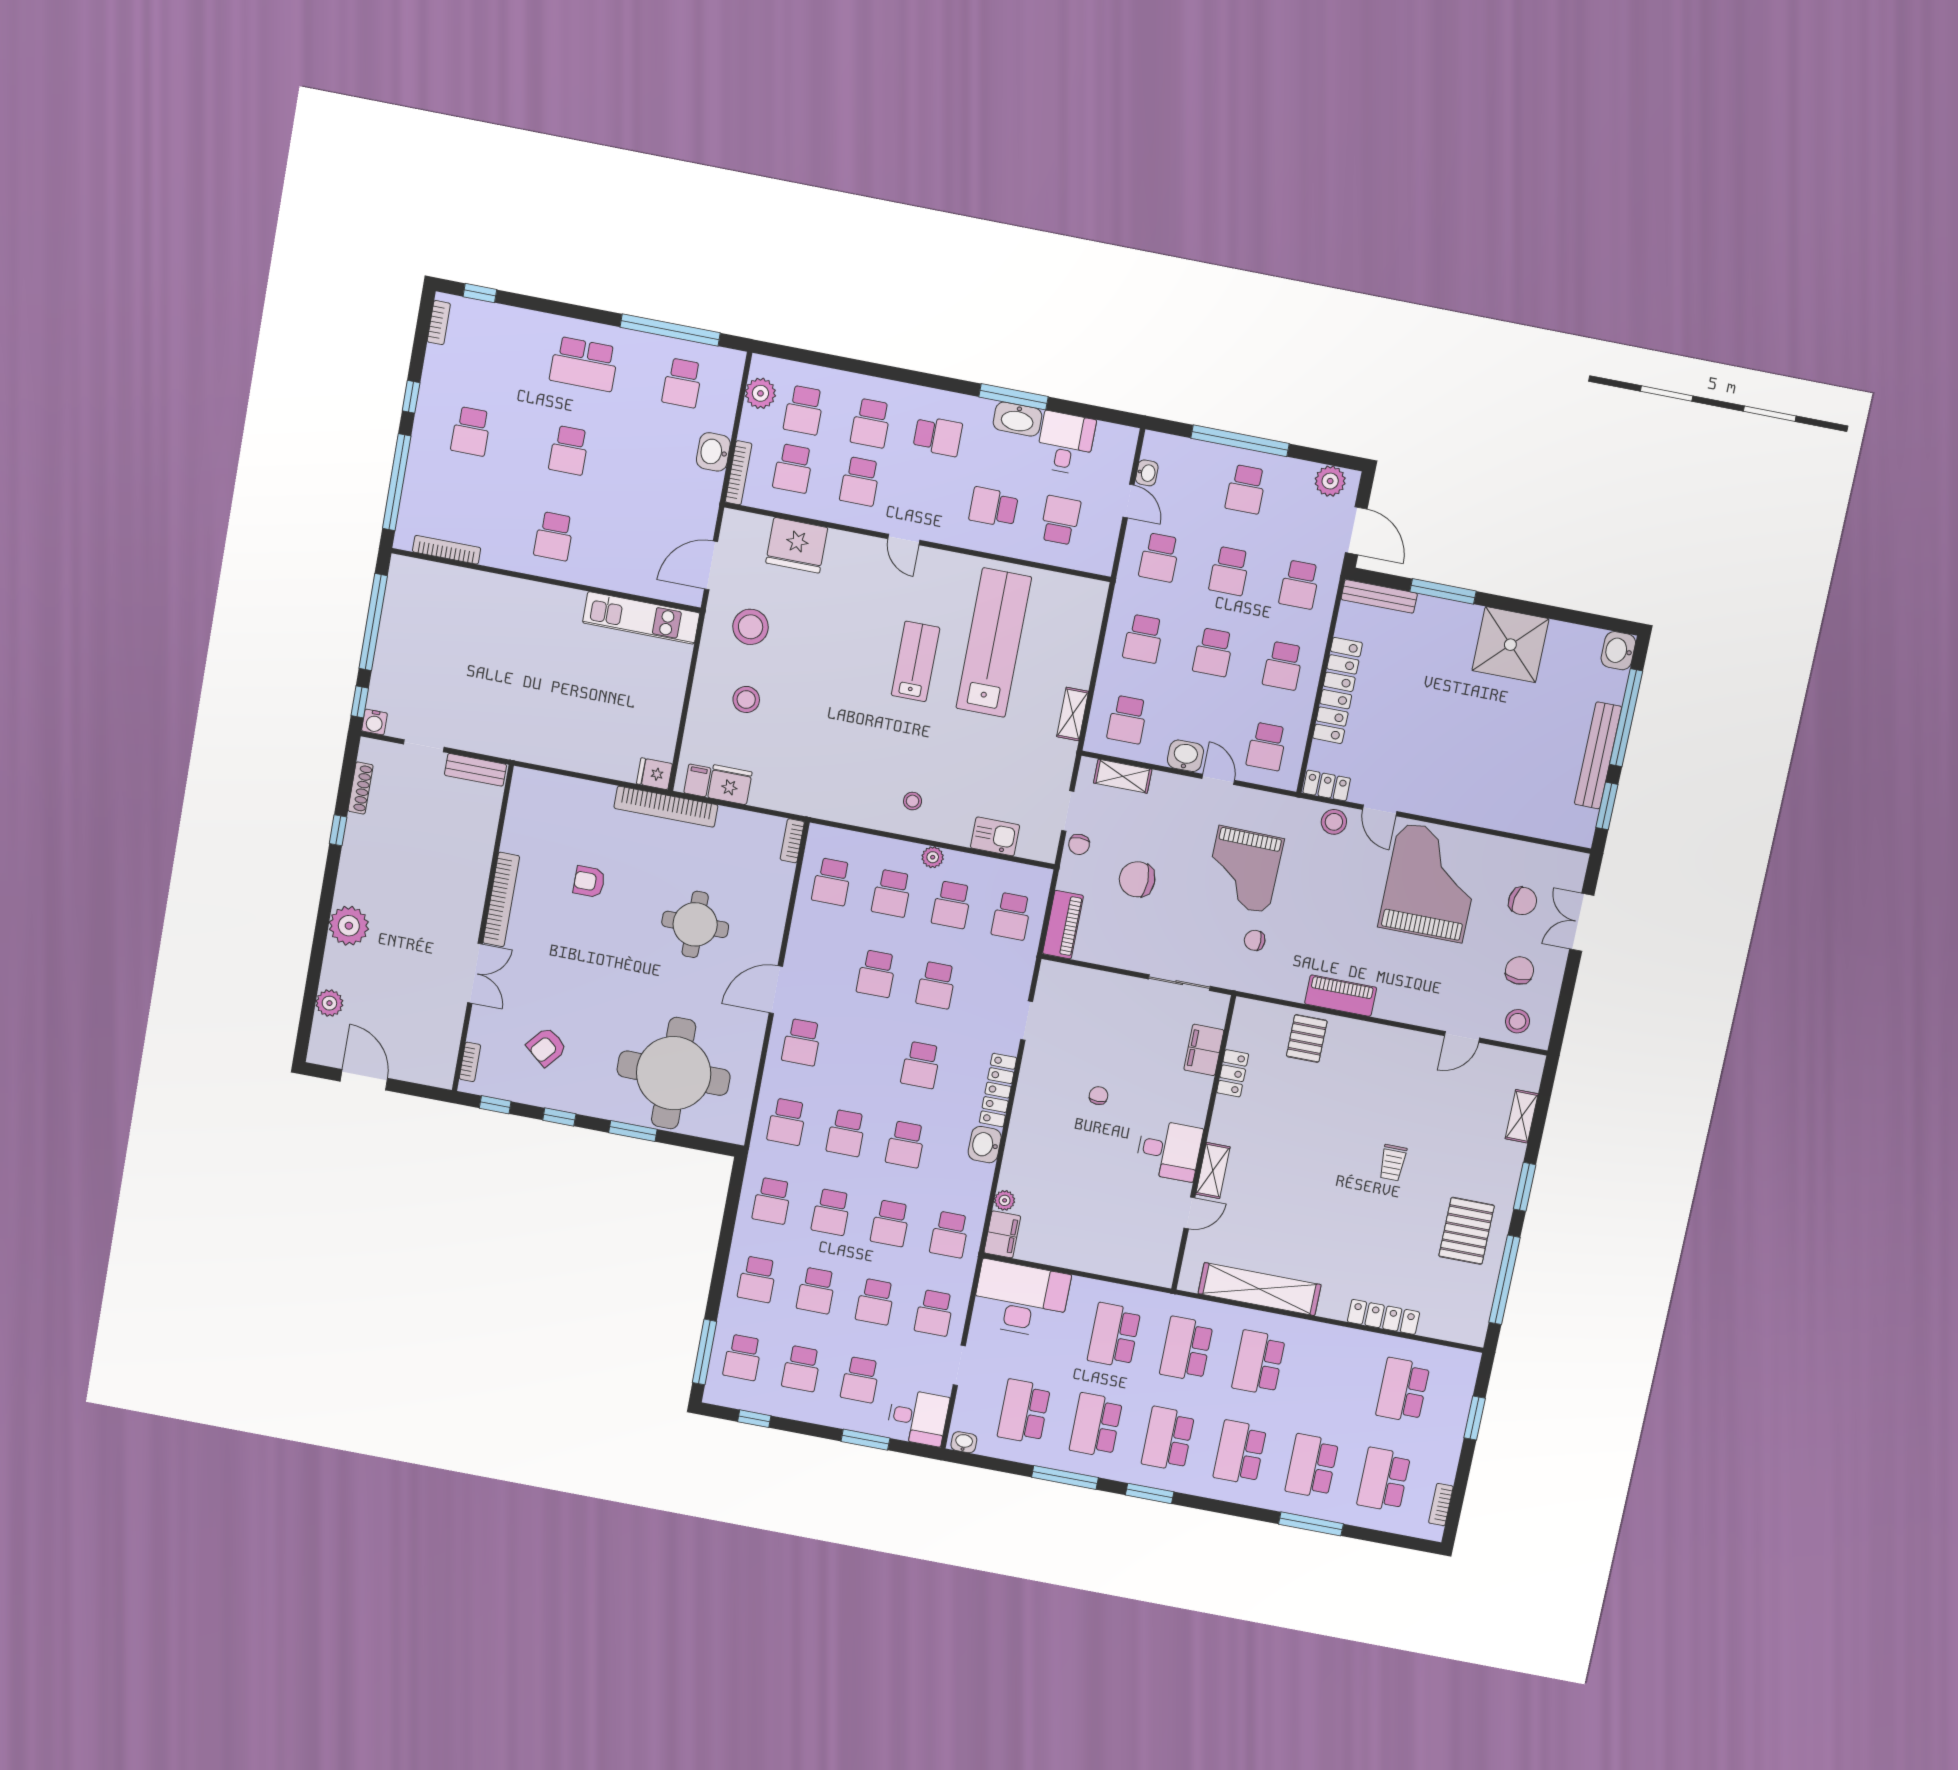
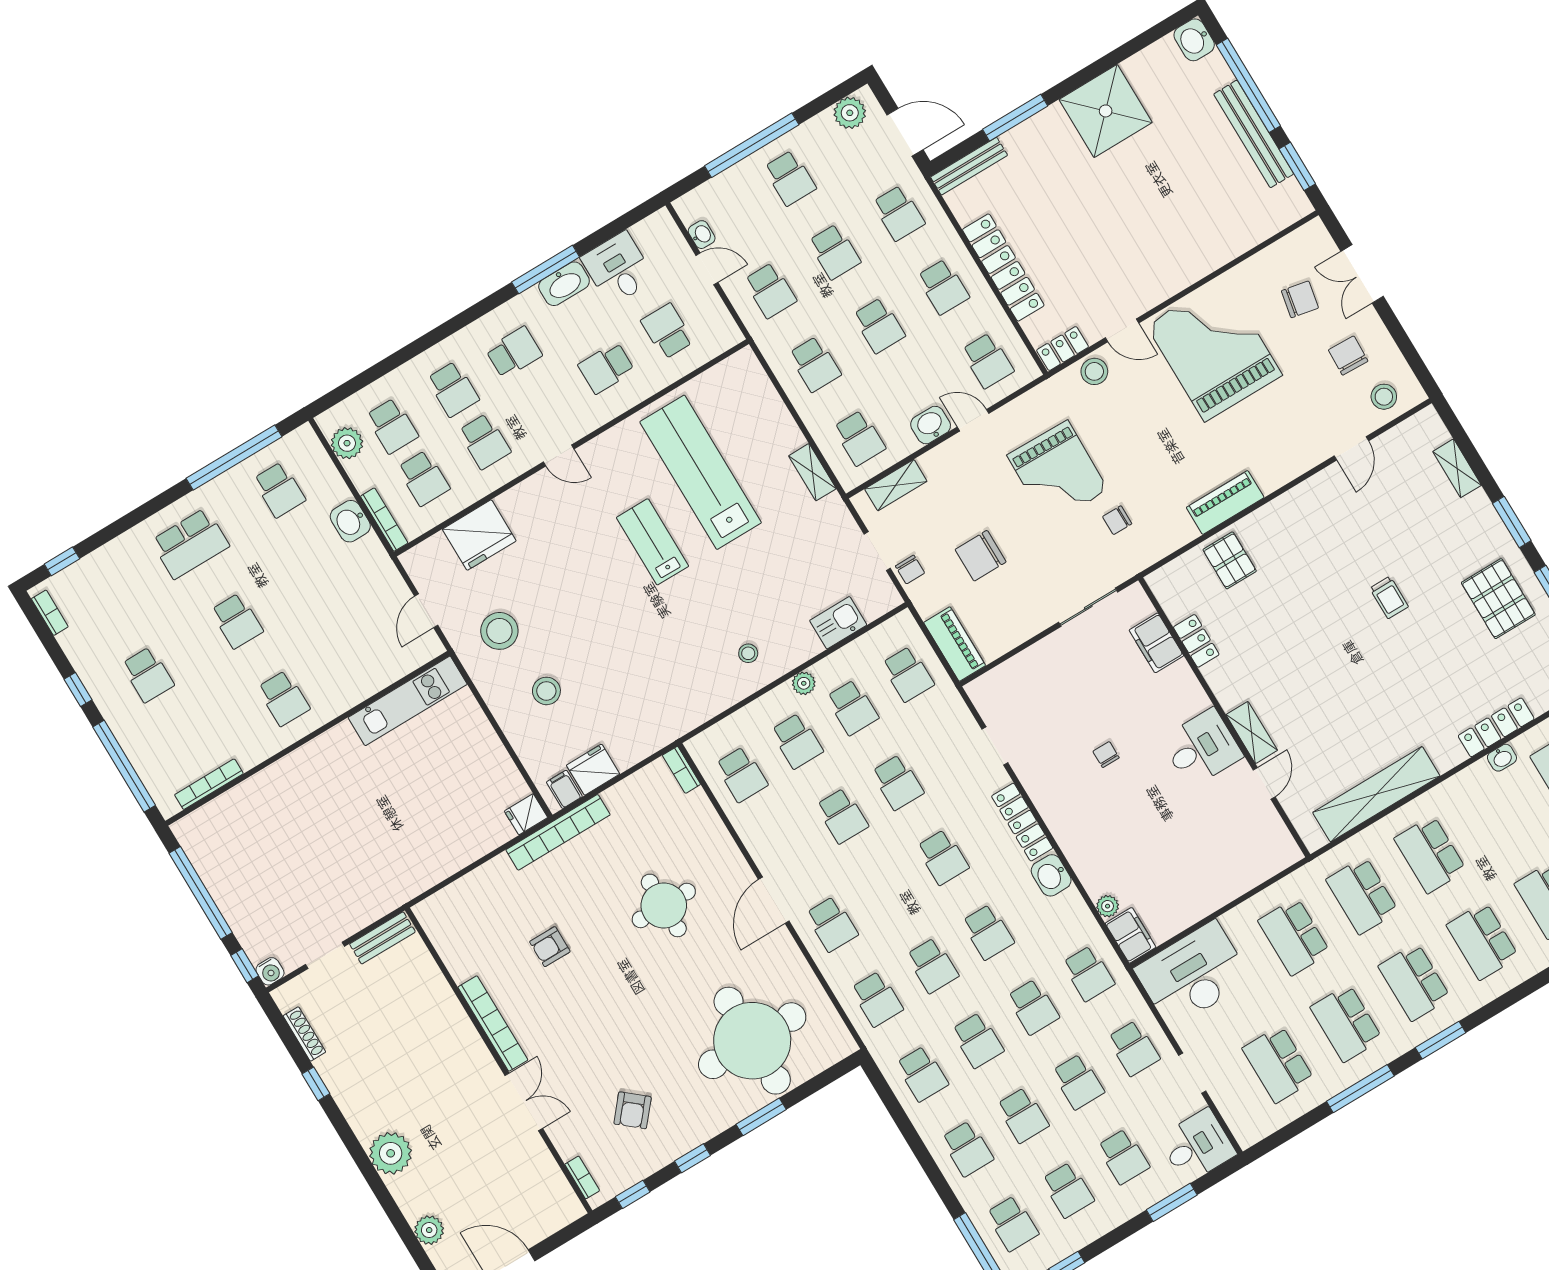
door: (711, 565) -> (426, 611), width x0.73
washbasin: (964, 1442) -> (1502, 758), moved, turned 180

